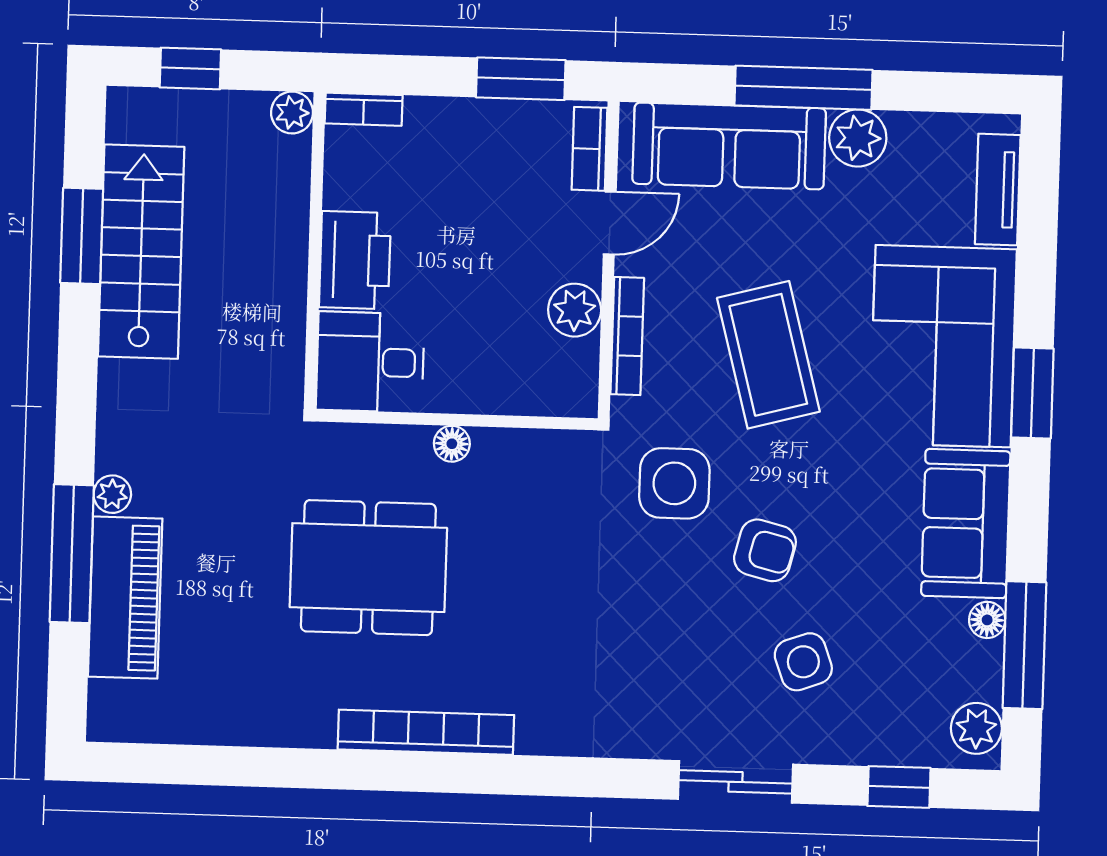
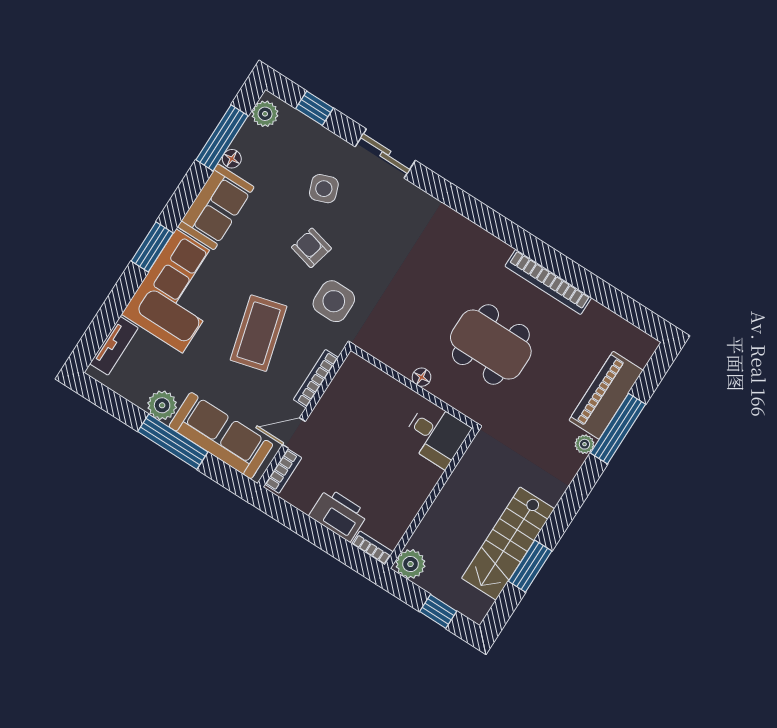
window: (521, 79) -> (295, 520), removed
plant: (292, 113) -> (410, 564), width x1.38, depth x1.38
printer: (355, 260) -> (339, 515), moved, turned 90
plant: (575, 310) -> (332, 404), removed
bookcase: (426, 732) -> (548, 282), moved

